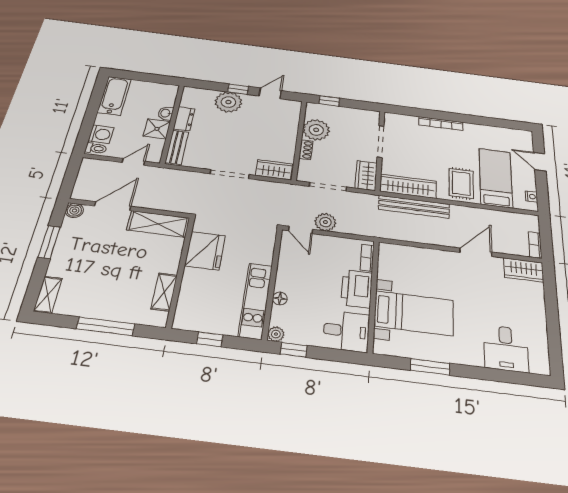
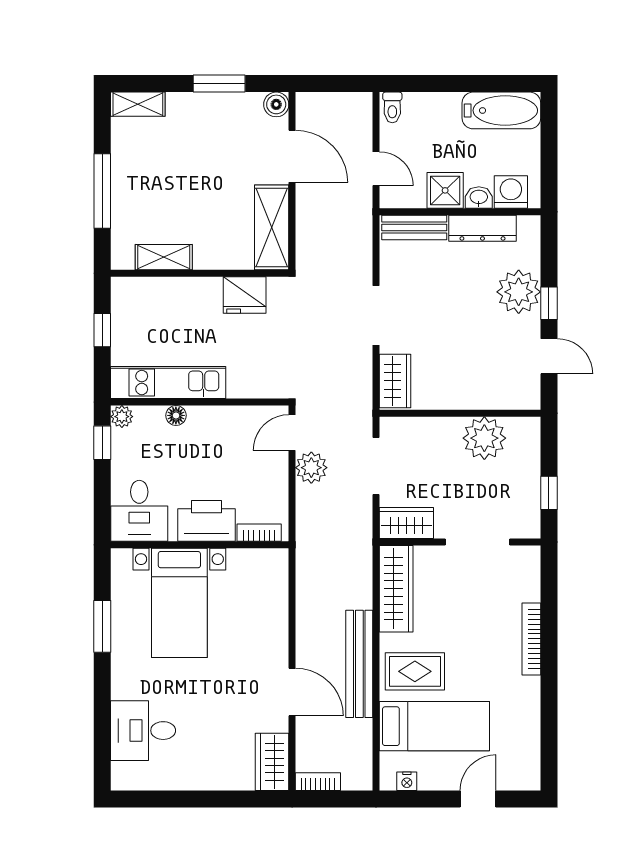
window: (329, 101) -> (549, 493), moved
dresser: (184, 119) -> (482, 228), width x1.44
washing machine: (101, 134) -> (511, 192), moved, turned 180
shoe rack: (306, 150) -> (442, 426), removed
bench: (414, 207) -> (359, 664), moved
fridge: (205, 251) -> (245, 295), width x0.73, depth x0.75

